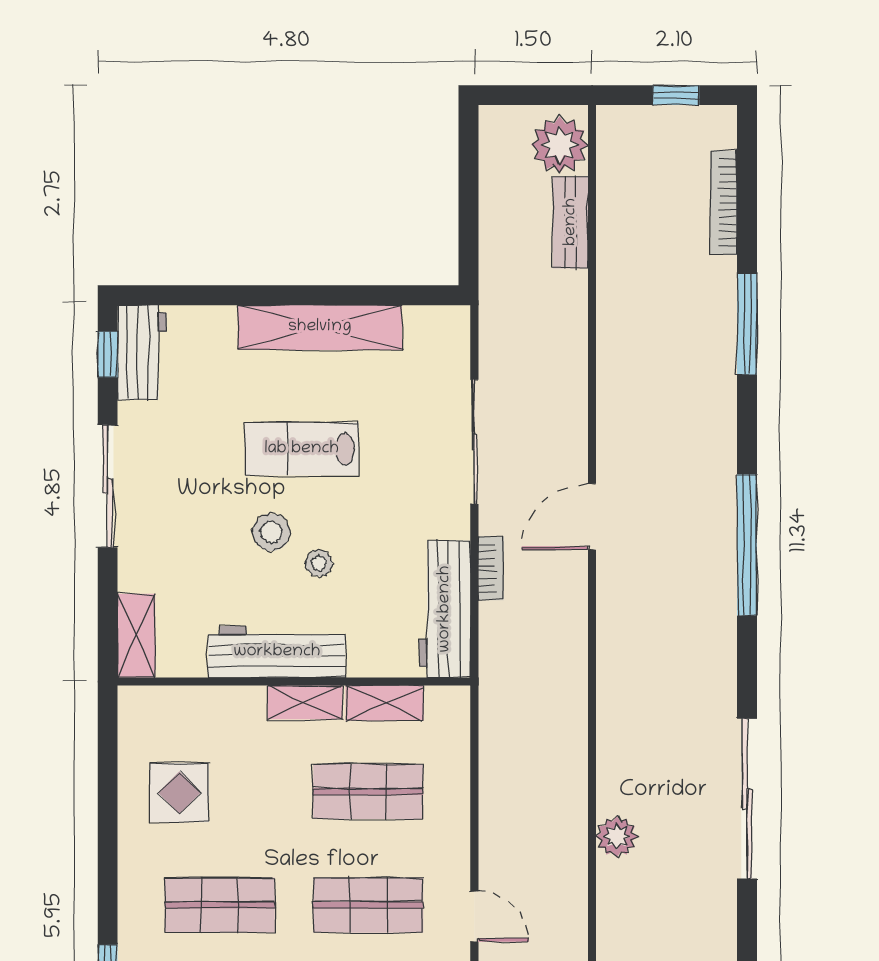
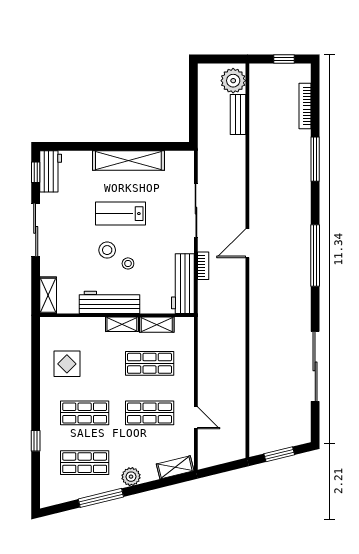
plant: (617, 837) -> (258, 383), removed

